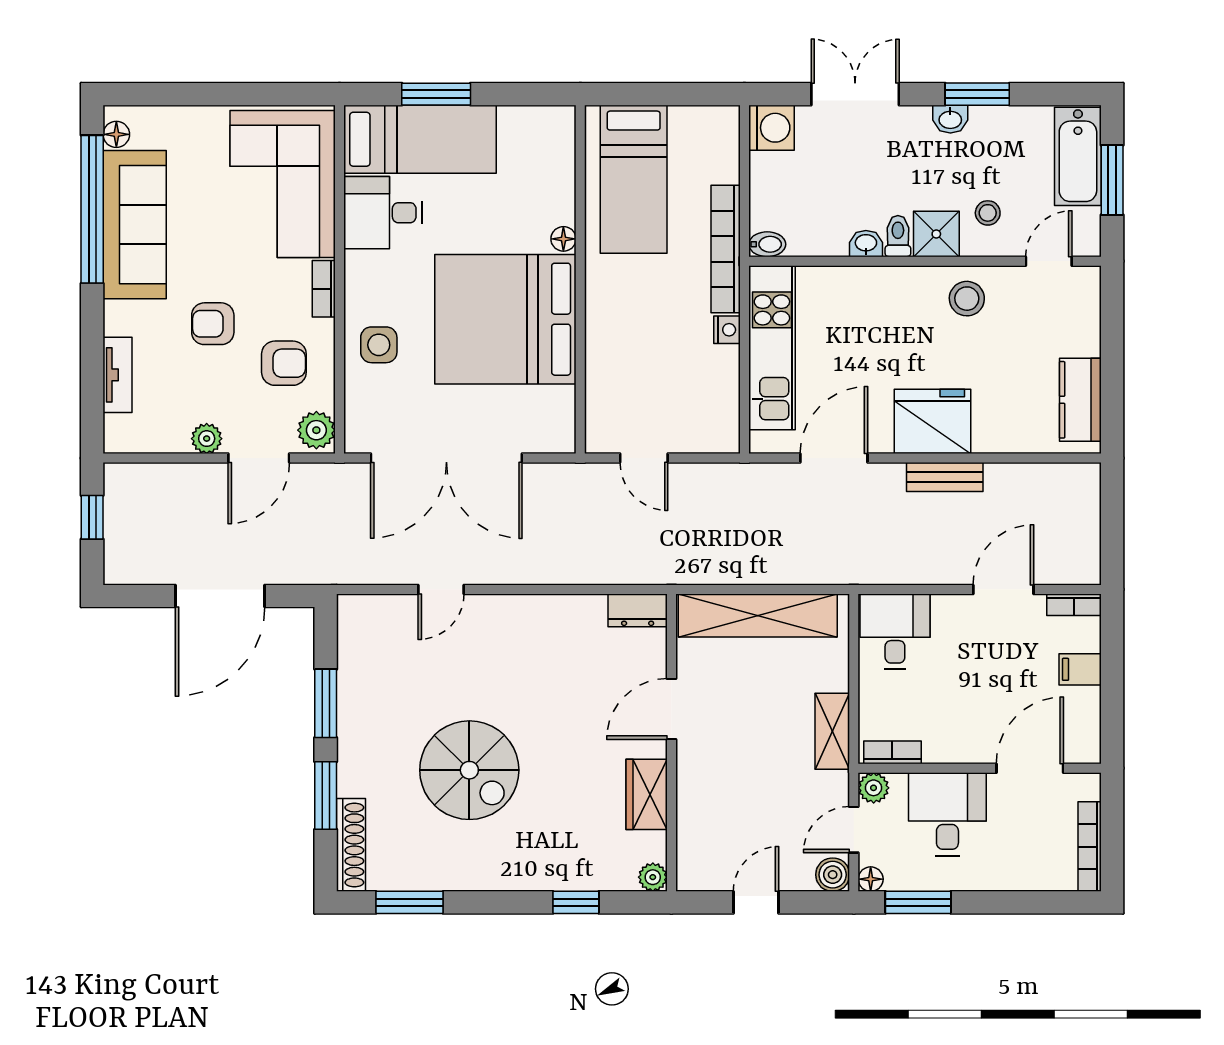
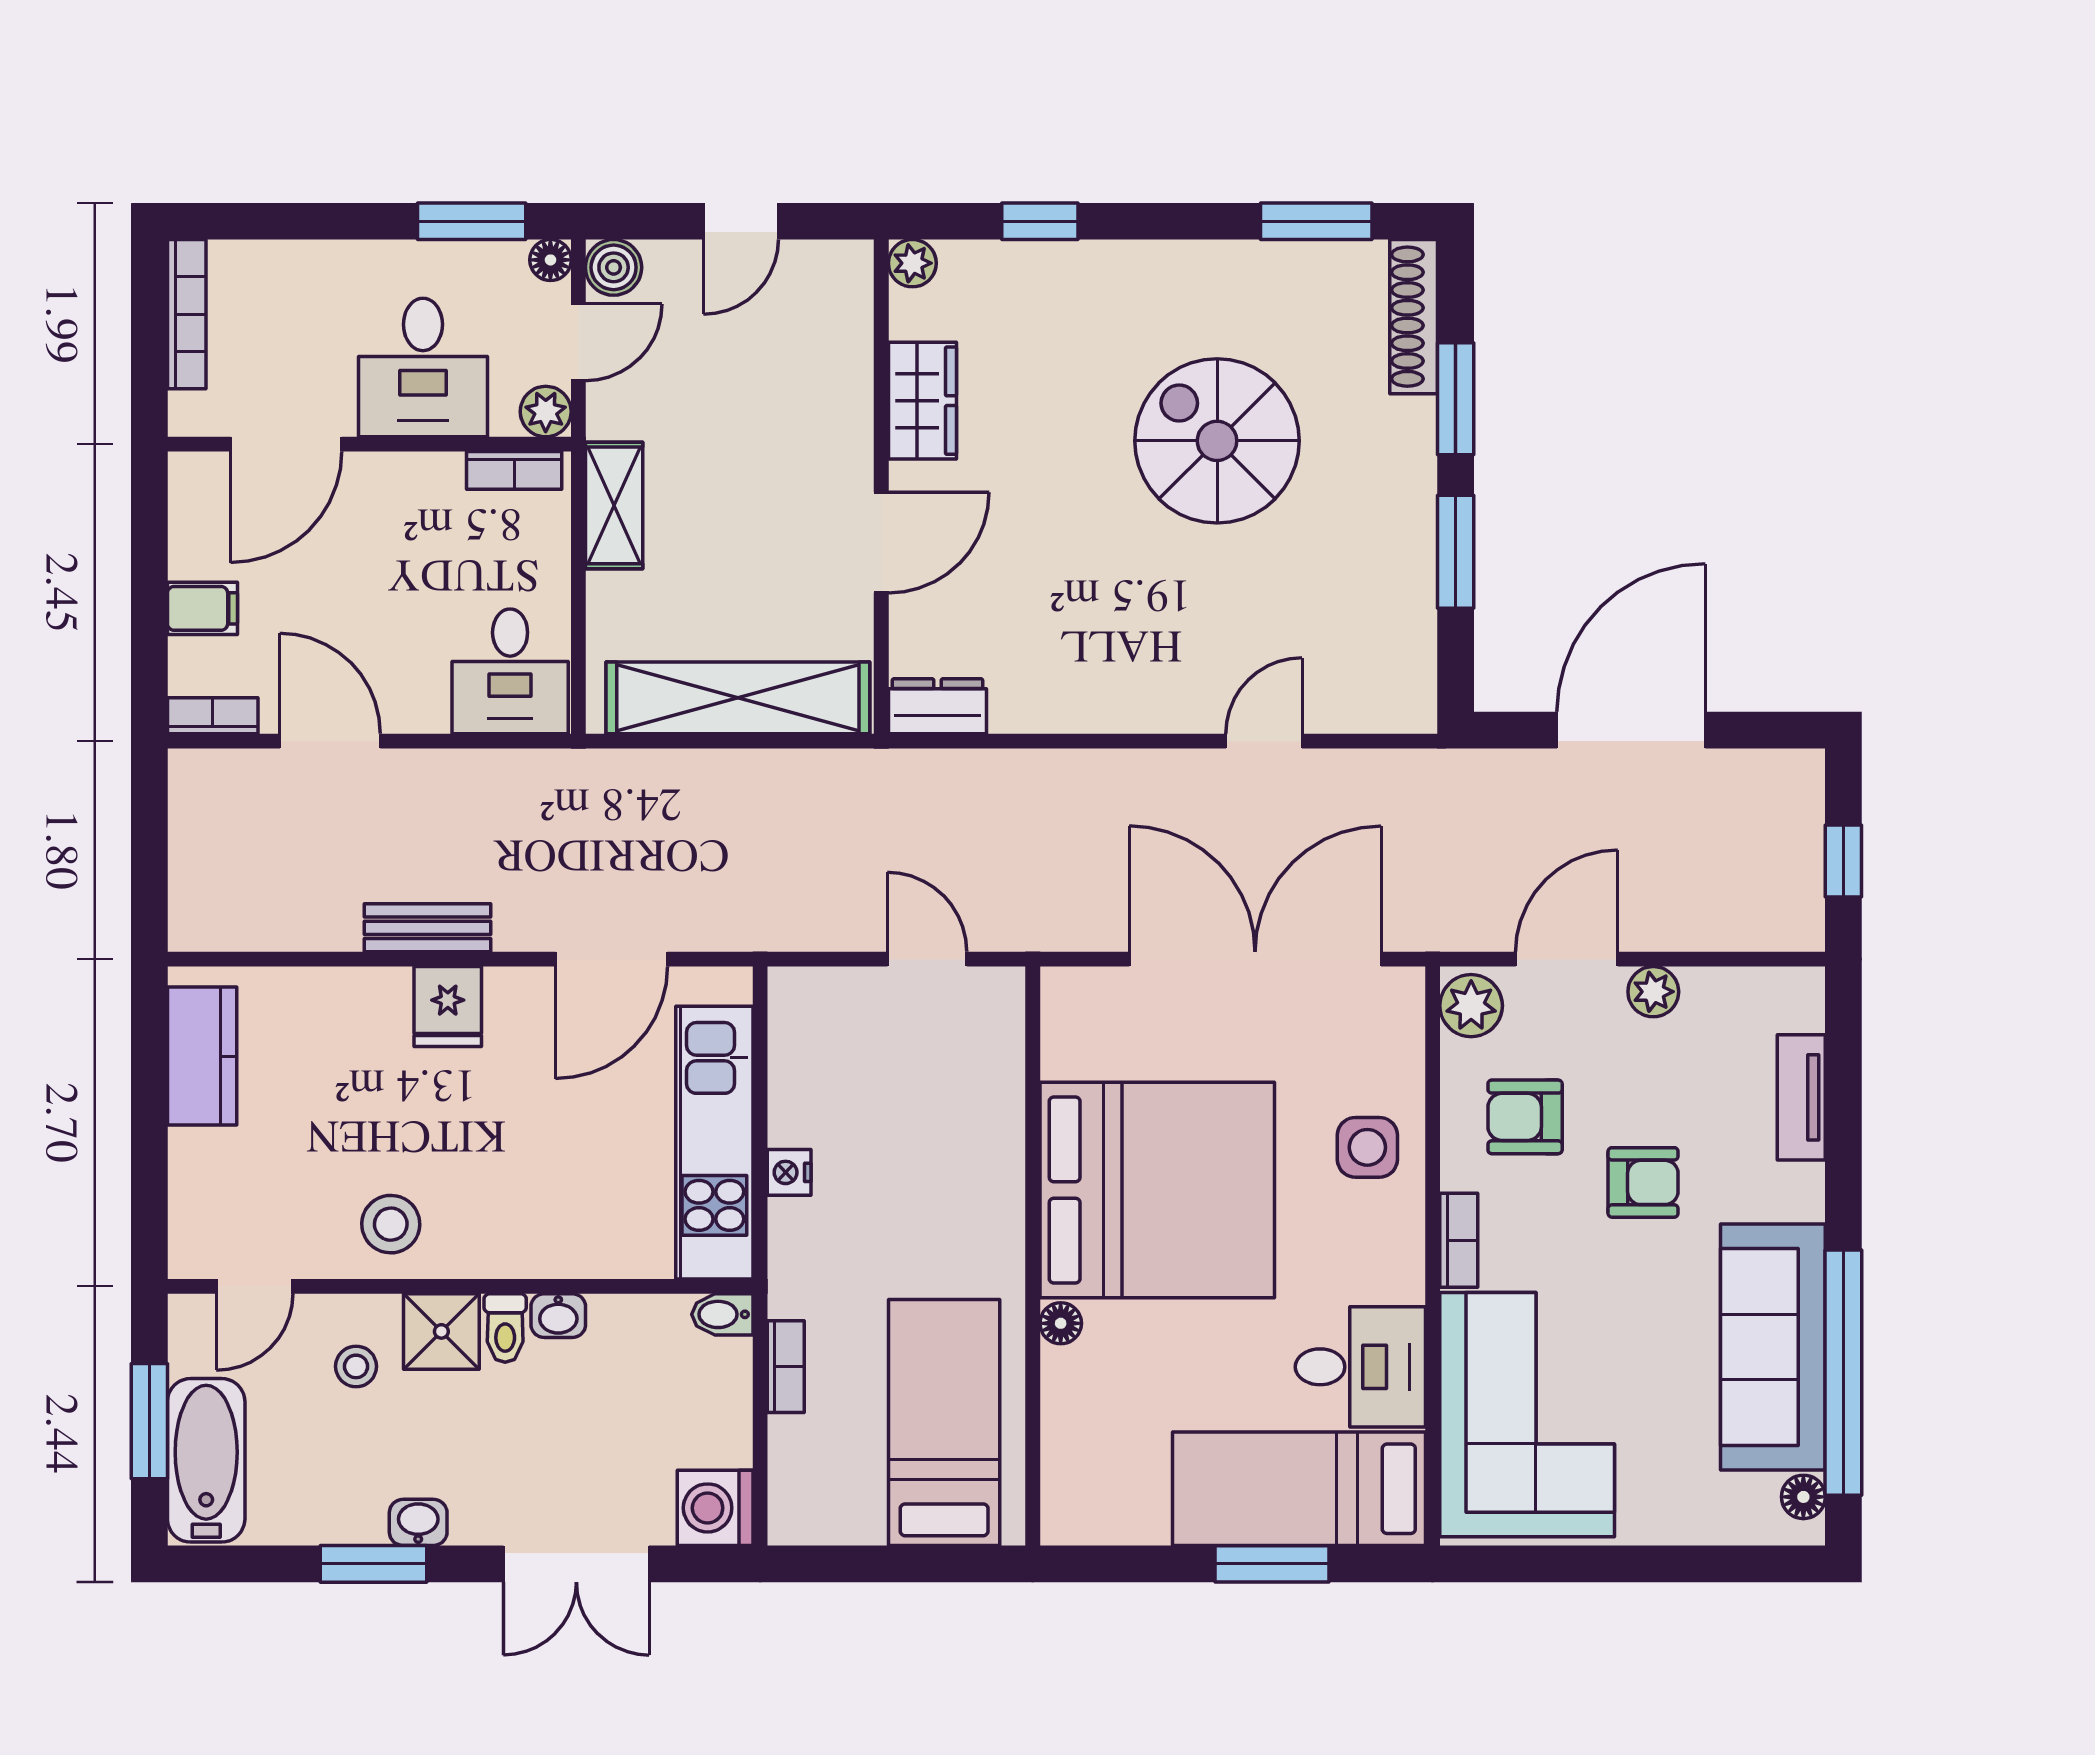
bookcase: (726, 249) -> (786, 1367), width x0.43, depth x0.76
fridge: (932, 421) -> (448, 1006), width x0.53, depth x0.75
door: (1003, 589) -> (330, 741), swing flipped

